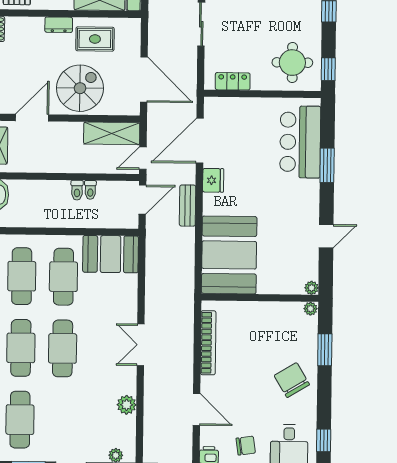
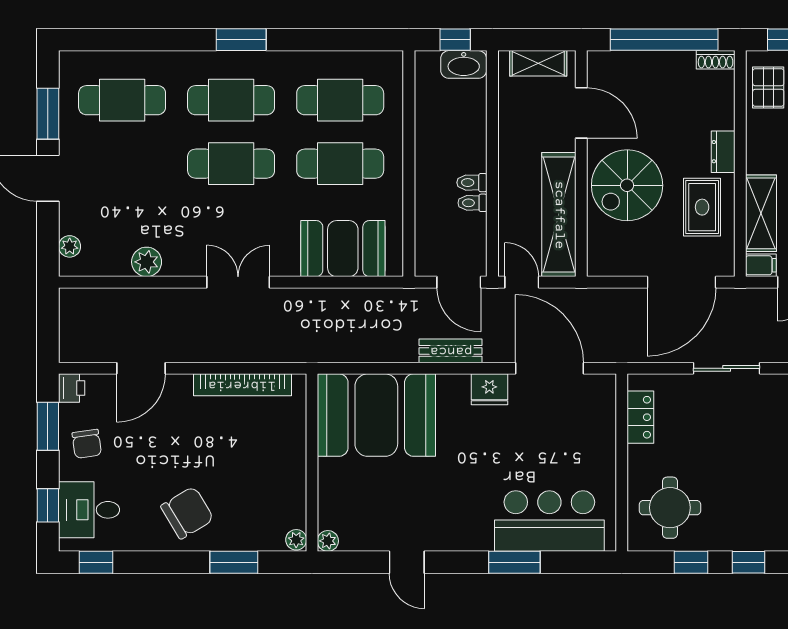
window: (328, 69) -> (691, 562), moved
door: (144, 79) -> (682, 282), moved
spiral stairs: (80, 88) -> (627, 185), turned 90
shelving: (112, 133) -> (559, 215), width x1.47
booth: (111, 254) -> (343, 249), moved, turned 90

